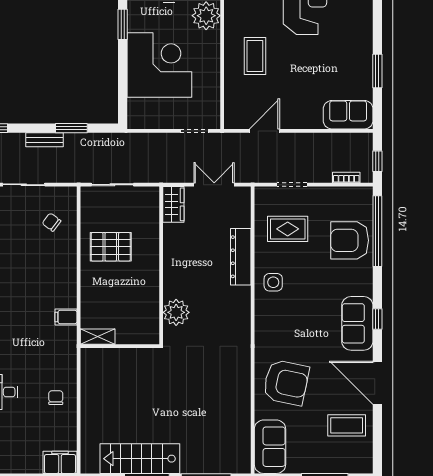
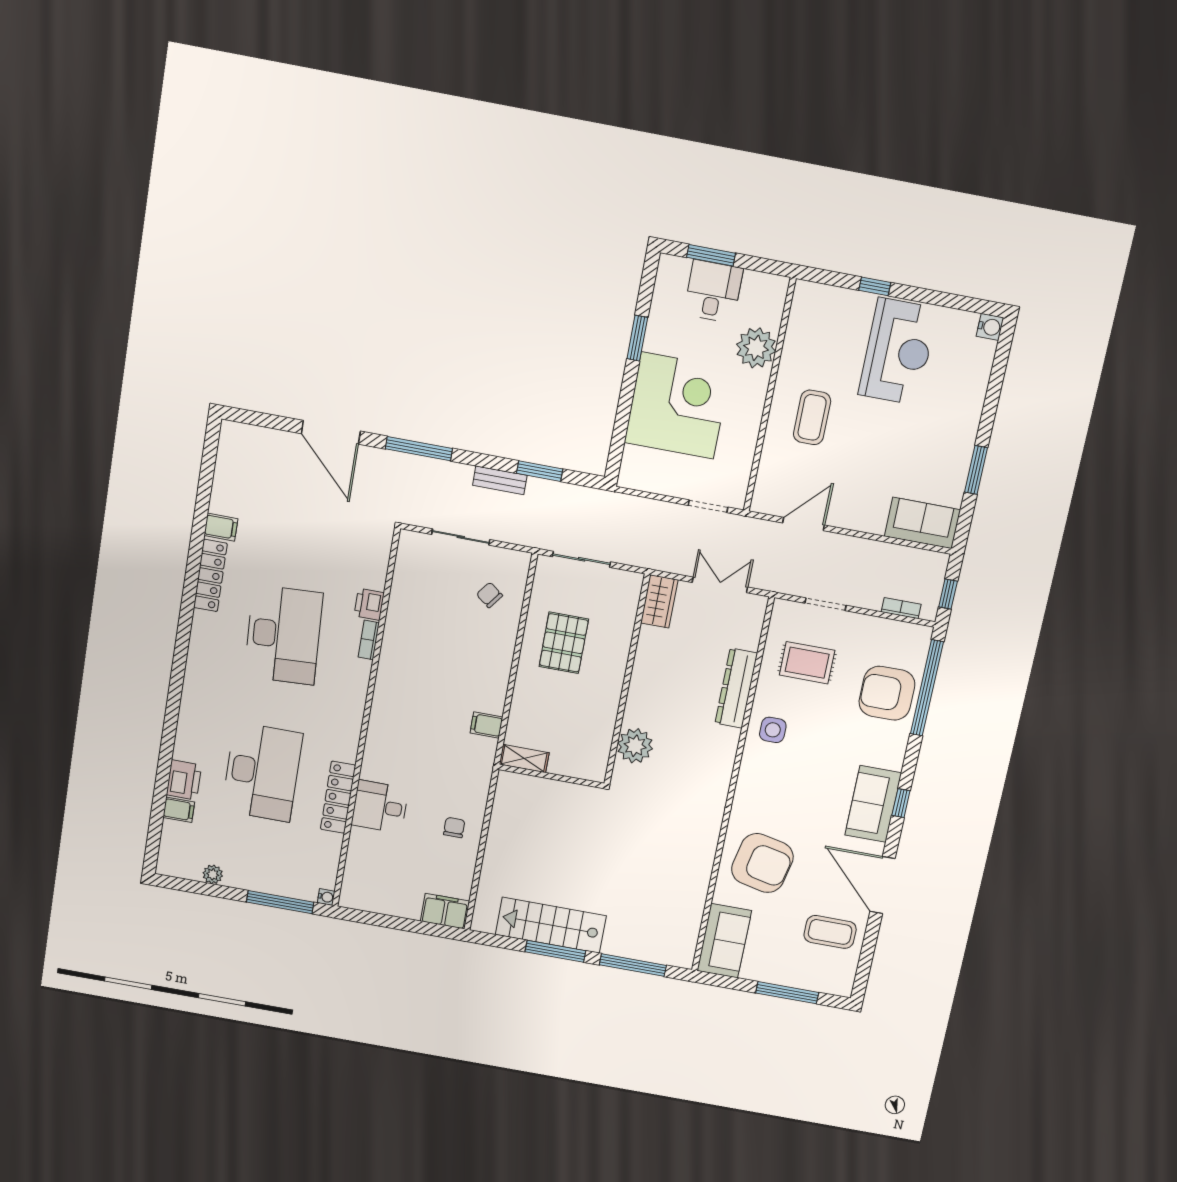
pallet: (111, 247) -> (564, 643), turned 90

